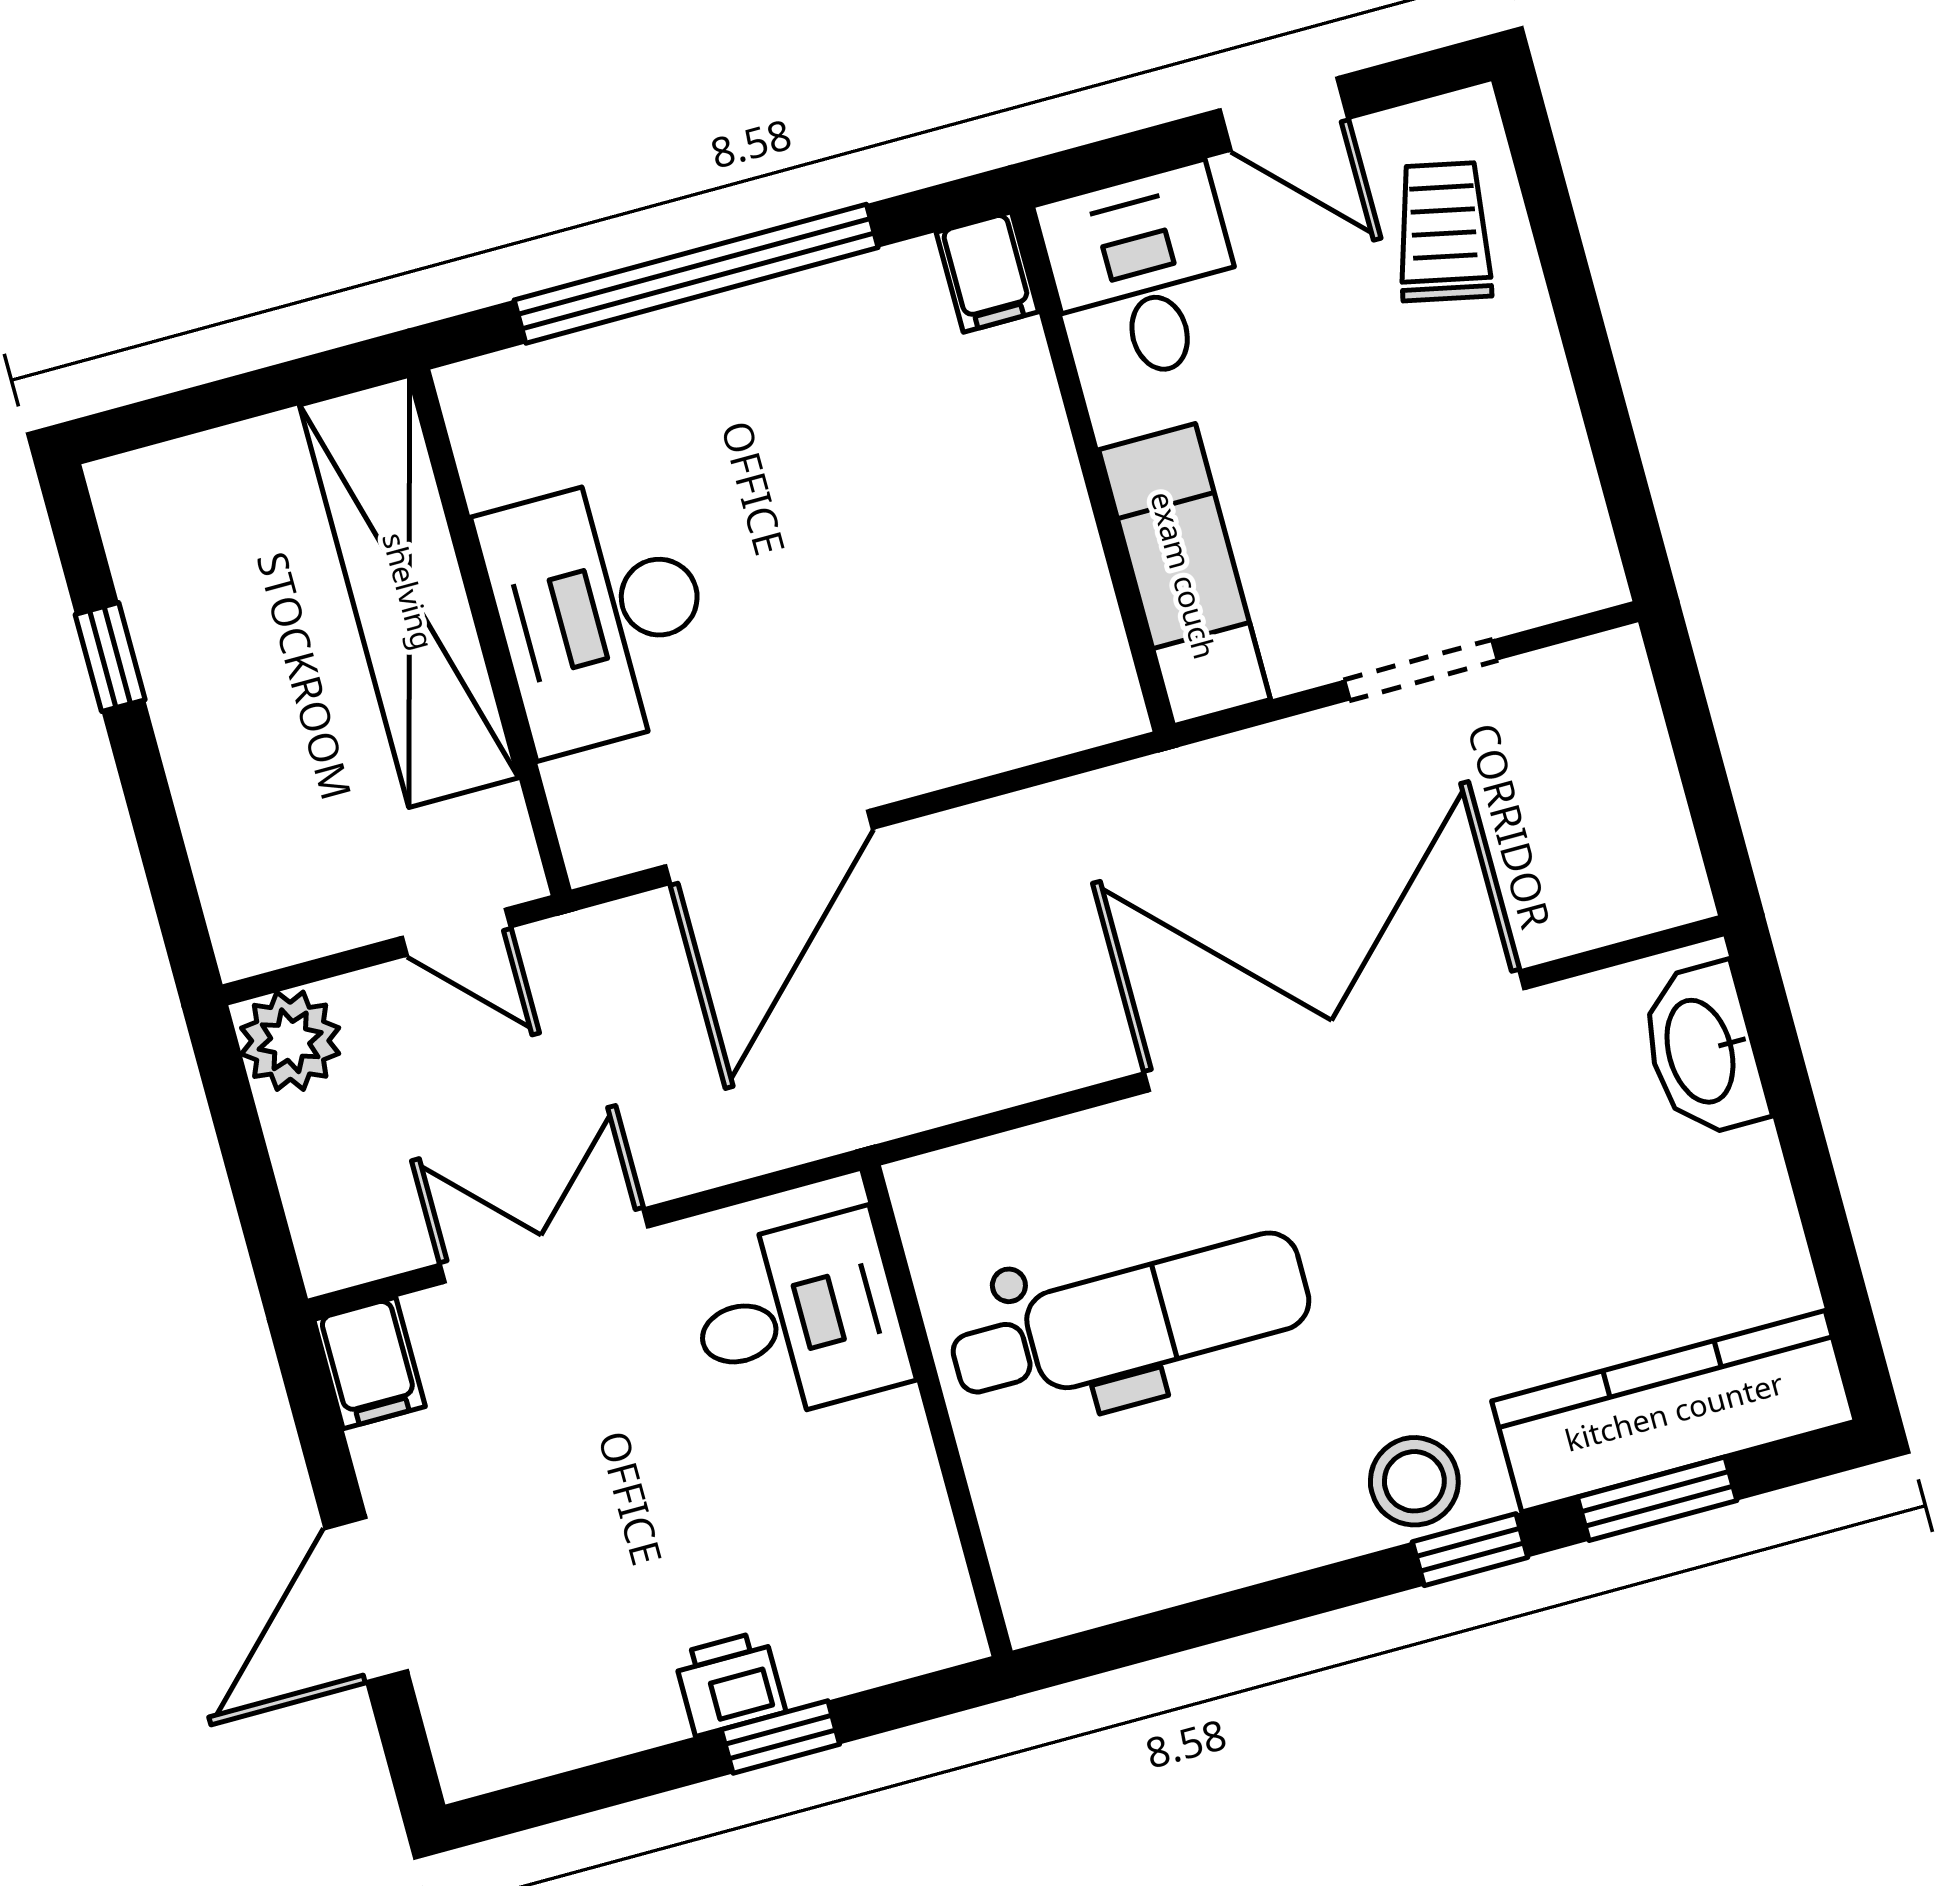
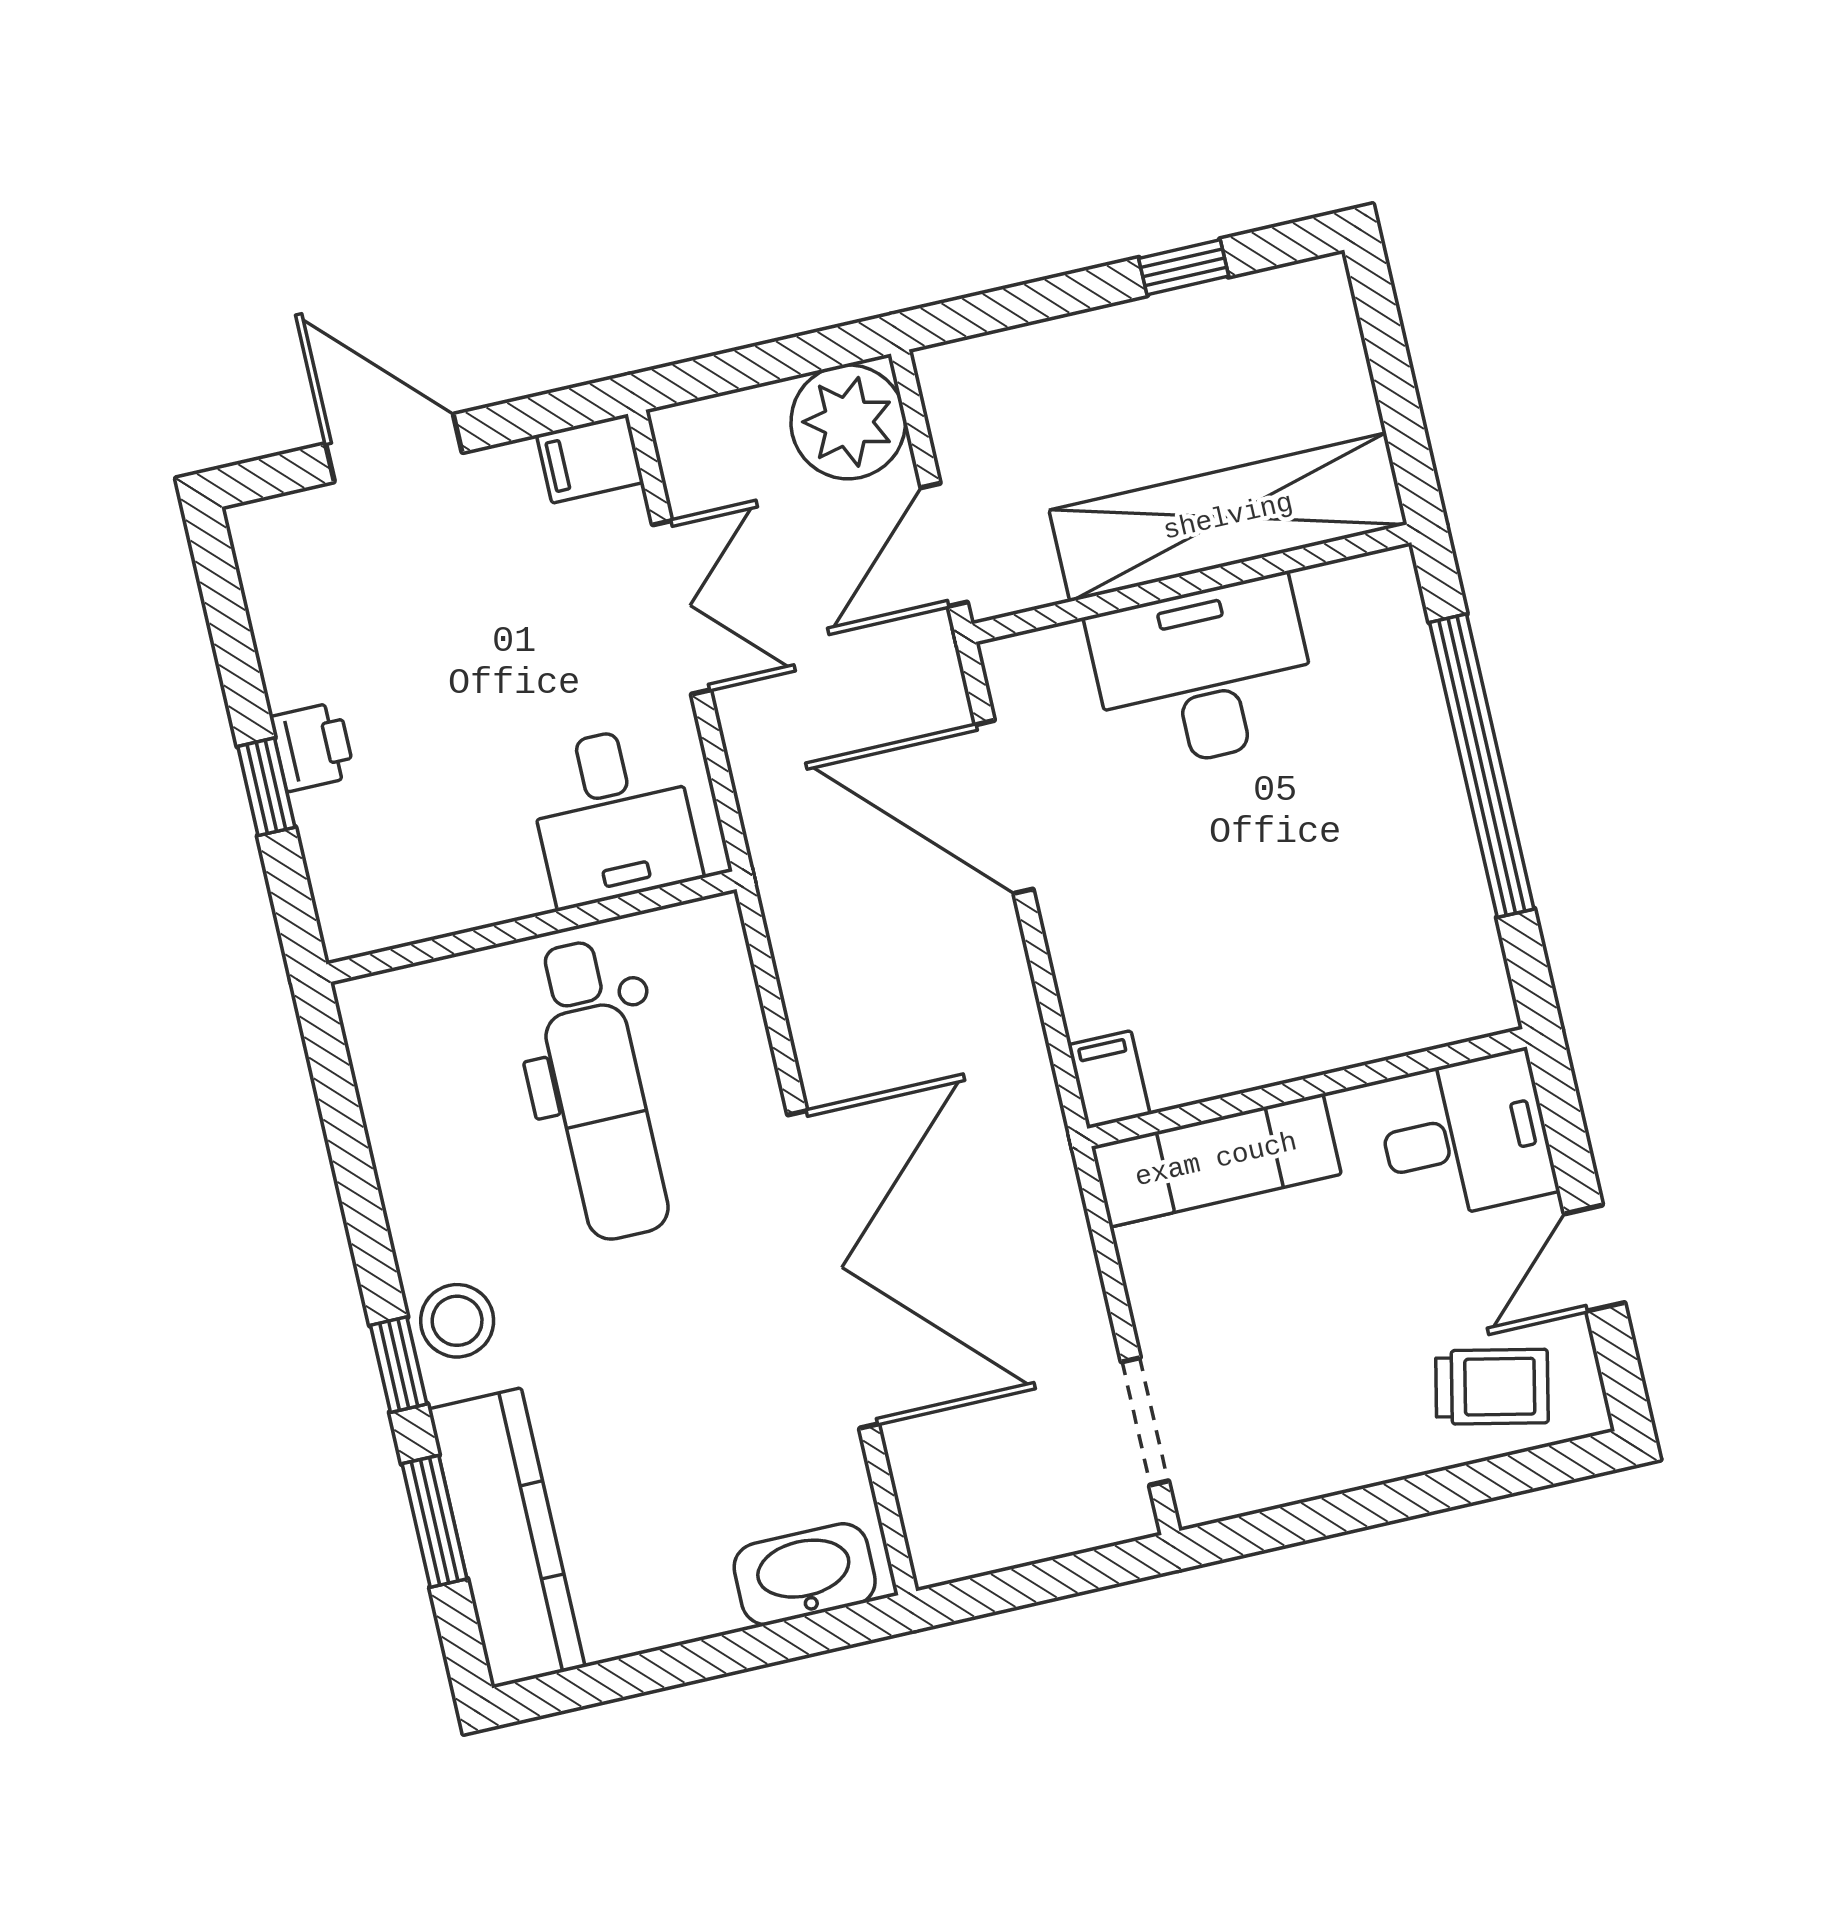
filing cabinet: (987, 272) -> (1109, 1080), moved, turned 90
doorway: (1421, 670) -> (1145, 1421), moved
door: (456, 932) -> (944, 545), width x1.37
plant: (290, 1041) -> (848, 422), width x1.36, depth x1.36

